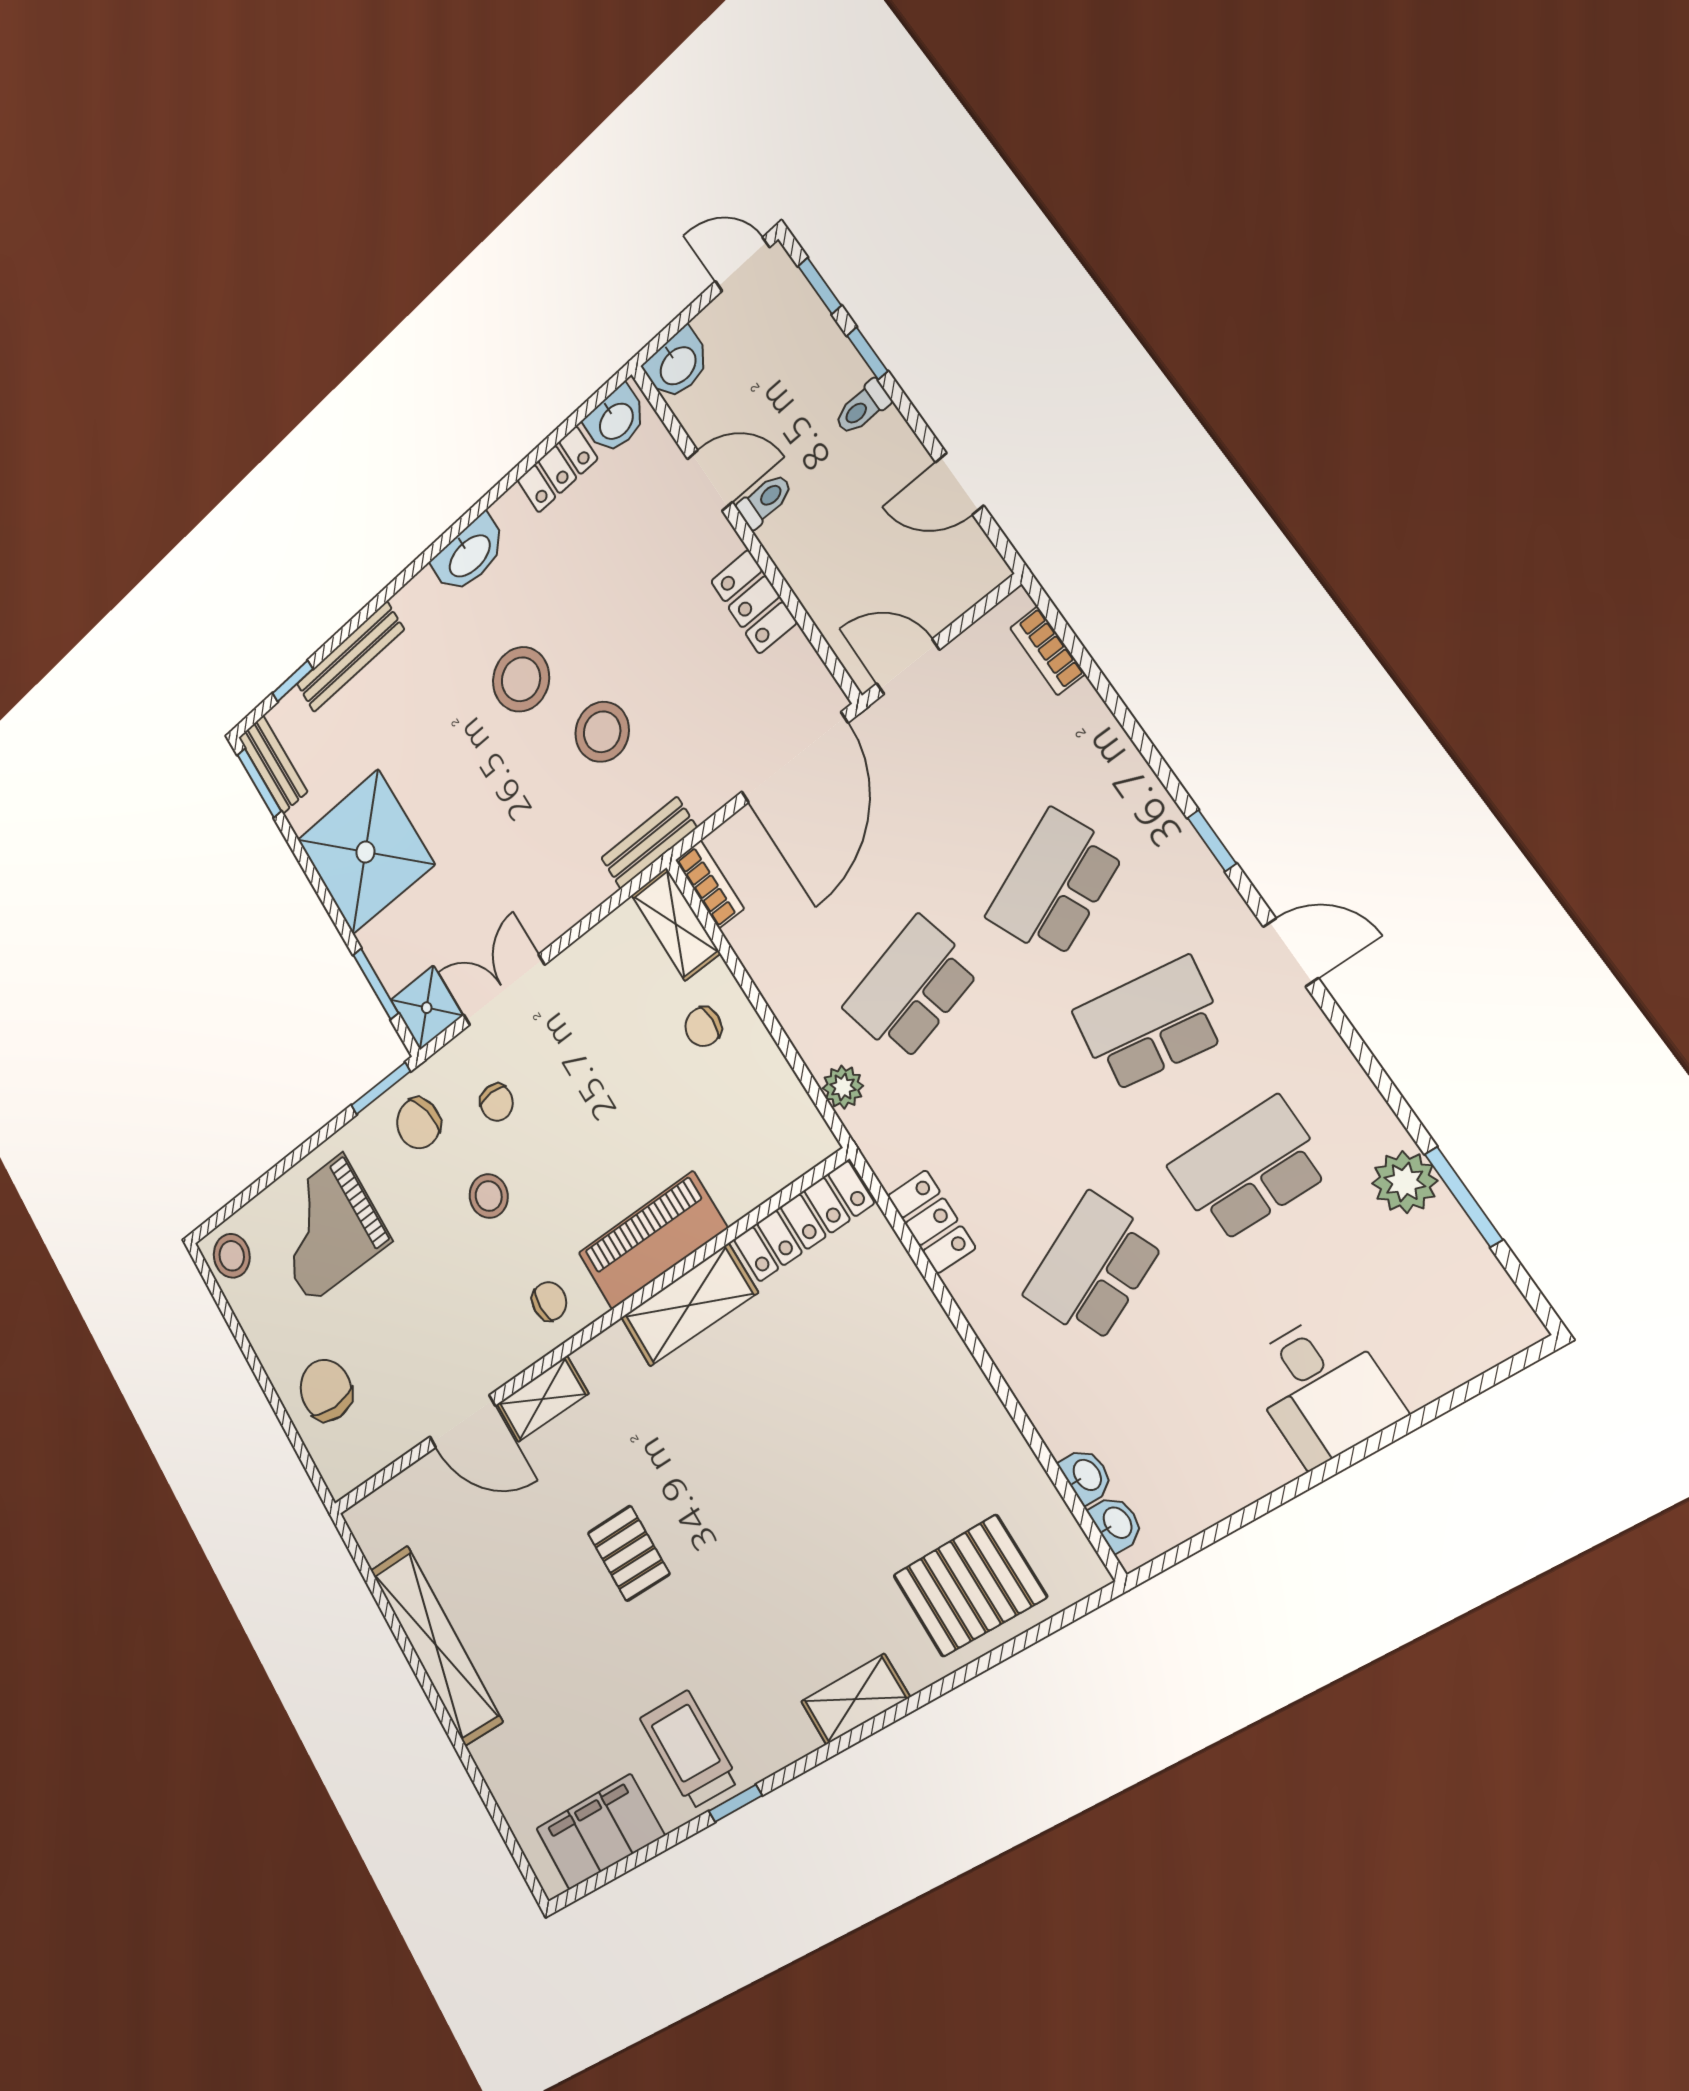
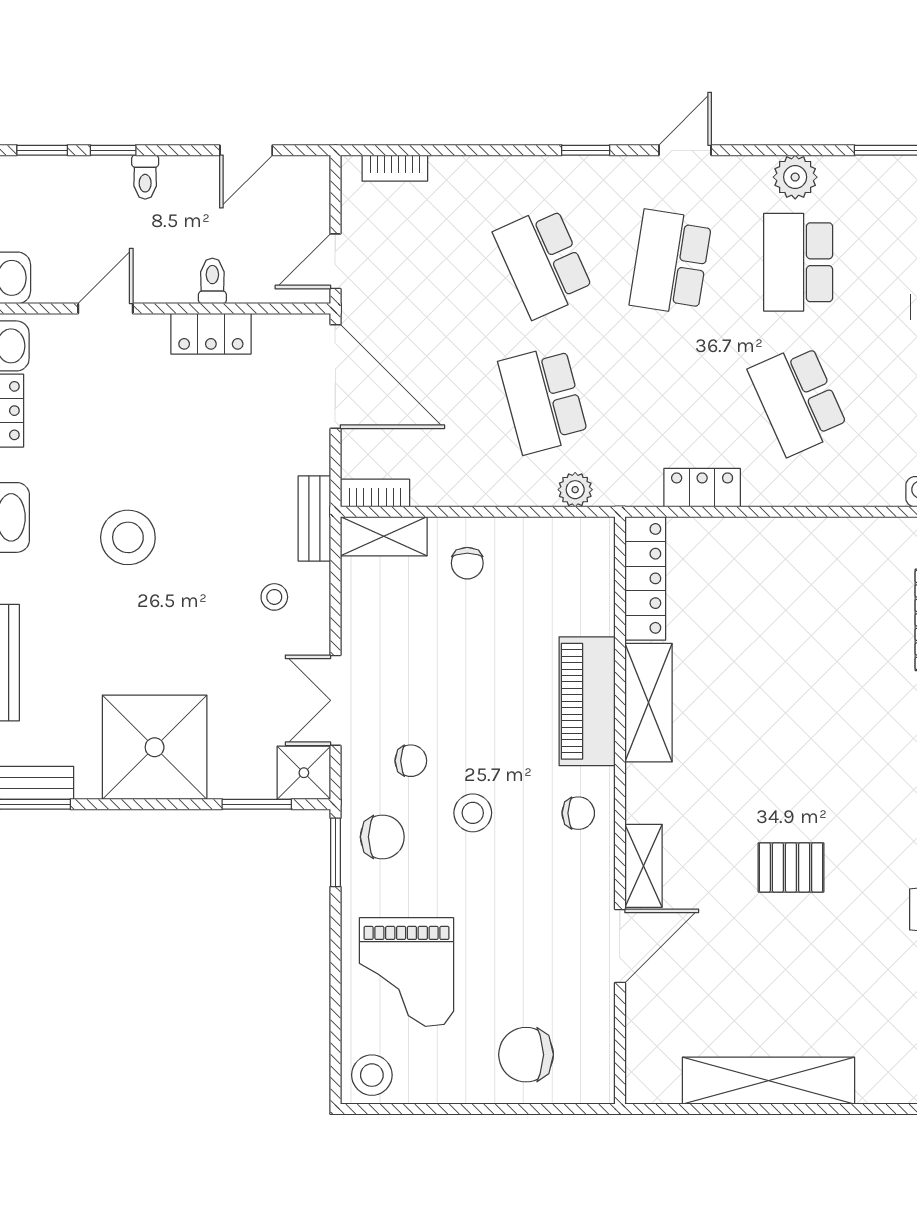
toilet: (765, 501) -> (212, 281), moved
stool: (602, 732) -> (274, 597), moved, width x0.53, depth x0.53
chair: (419, 1123) -> (382, 837), turned -76
plant: (1405, 1182) -> (795, 177), moved
chair: (549, 1301) -> (578, 813), turned 90

